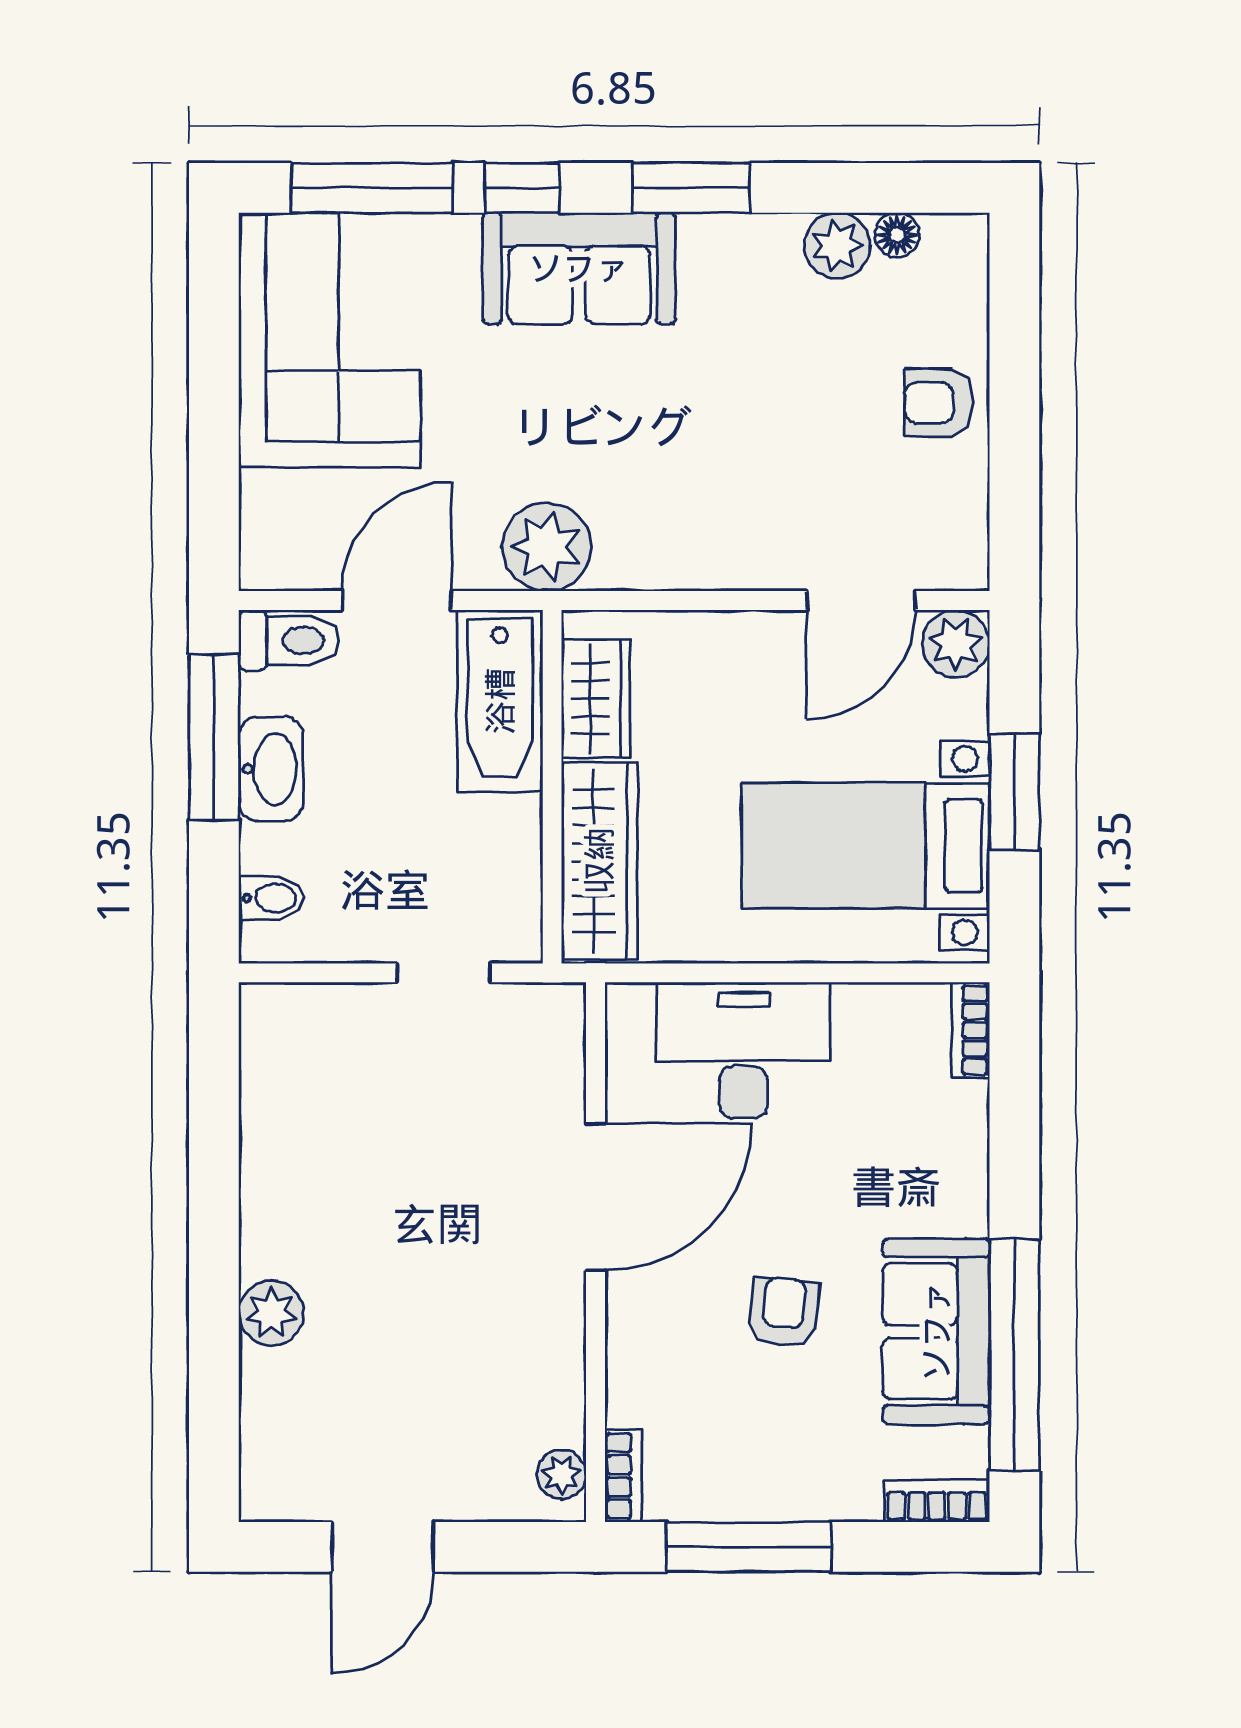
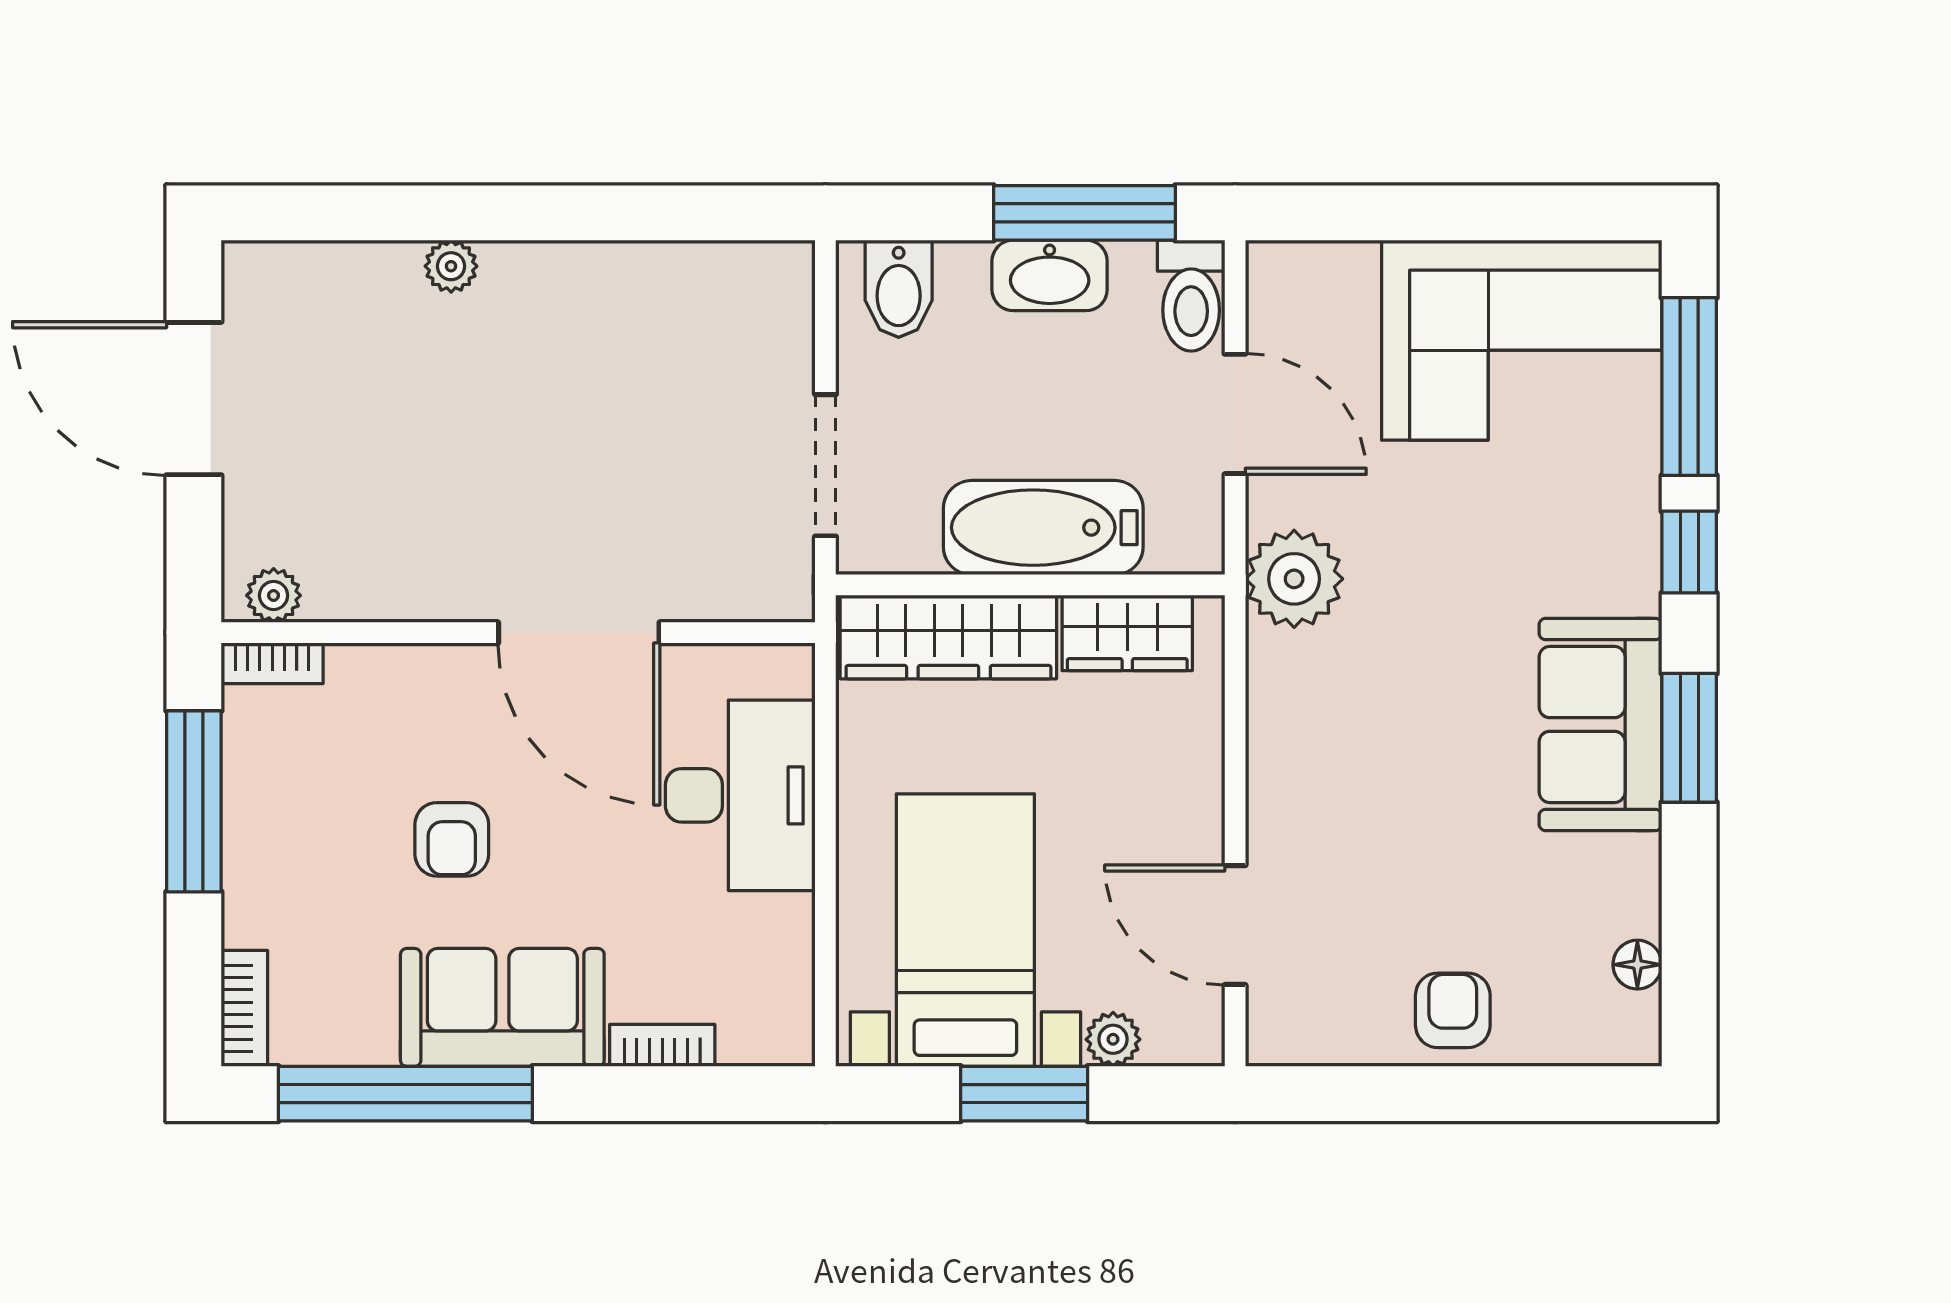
plant: (837, 246) -> (1626, 899), removed
sofa: (579, 268) -> (1600, 725), moved
plant: (956, 644) -> (1113, 1039), moved, width x0.73, depth x0.73
bathtub: (500, 701) -> (1043, 528), moved
bidet: (271, 898) -> (899, 289), width x1.38, depth x1.36
doorway: (443, 973) -> (825, 465), width x1.38
bookcase: (970, 1030) -> (662, 1045), moved
armchair: (783, 1312) -> (452, 839), turned 84
plant: (271, 1313) -> (451, 266), width x0.73, depth x0.73
sofa: (936, 1331) -> (502, 1007), moved
door: (383, 1547) -> (194, 399), width x1.36

